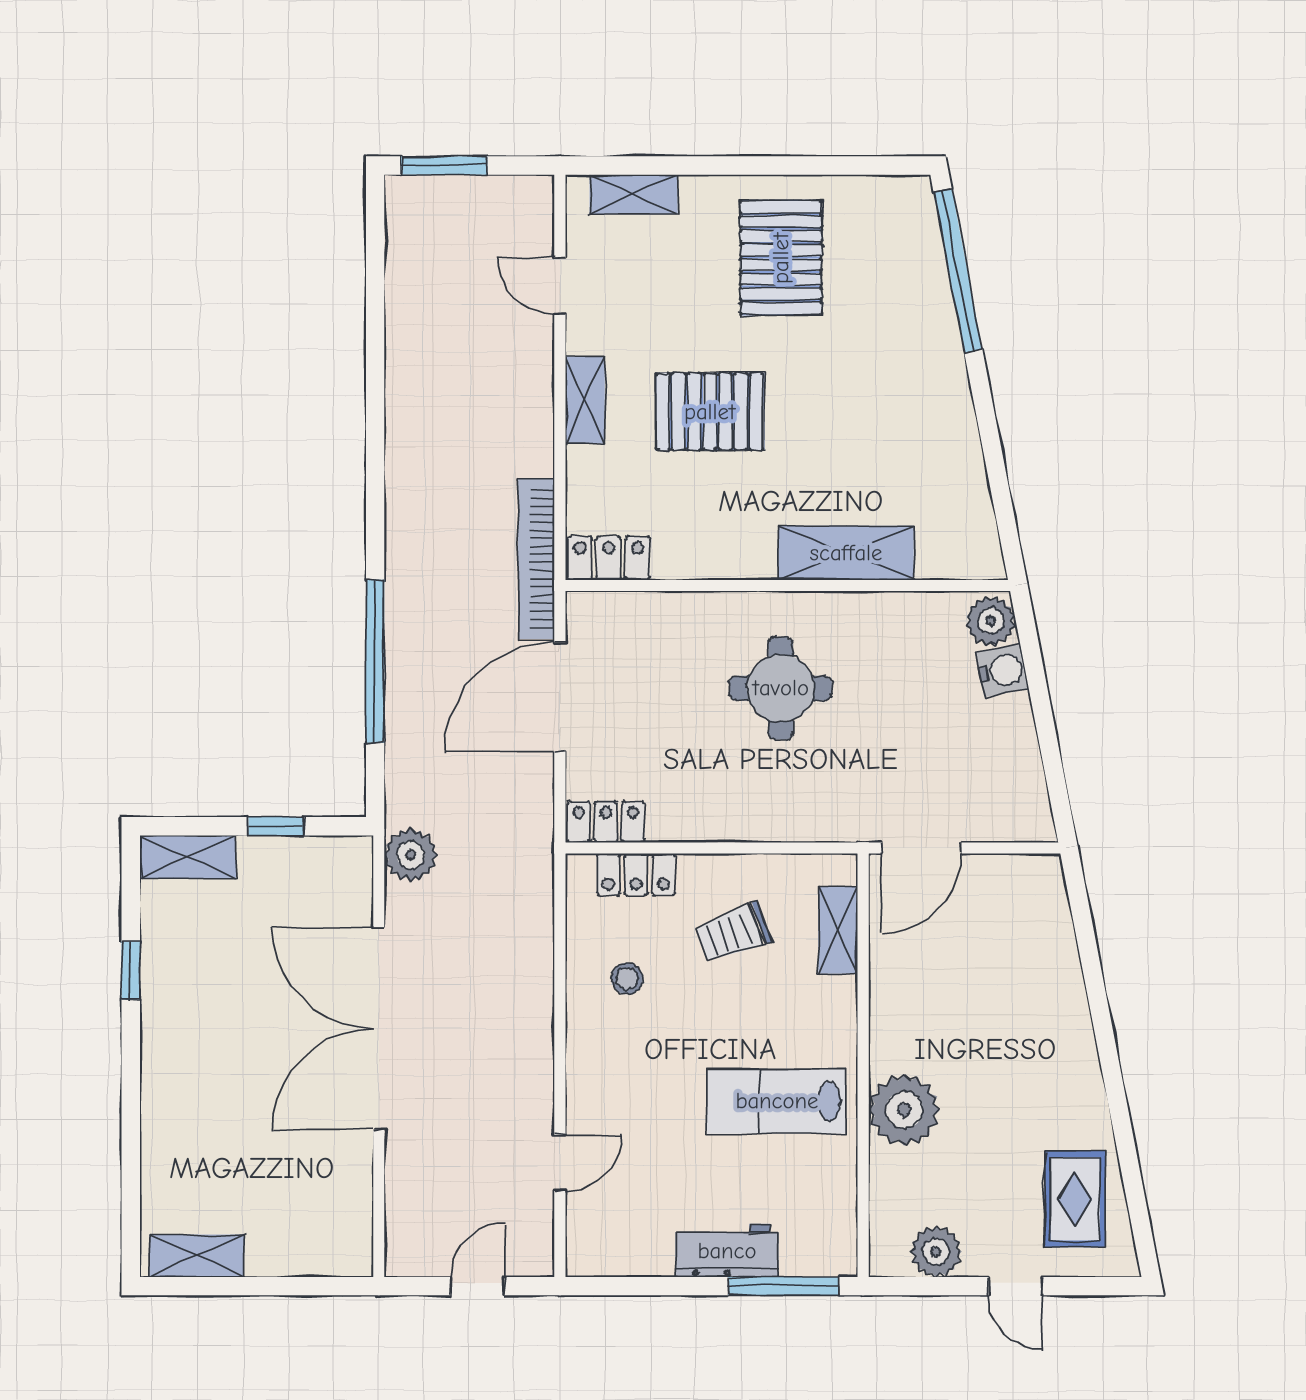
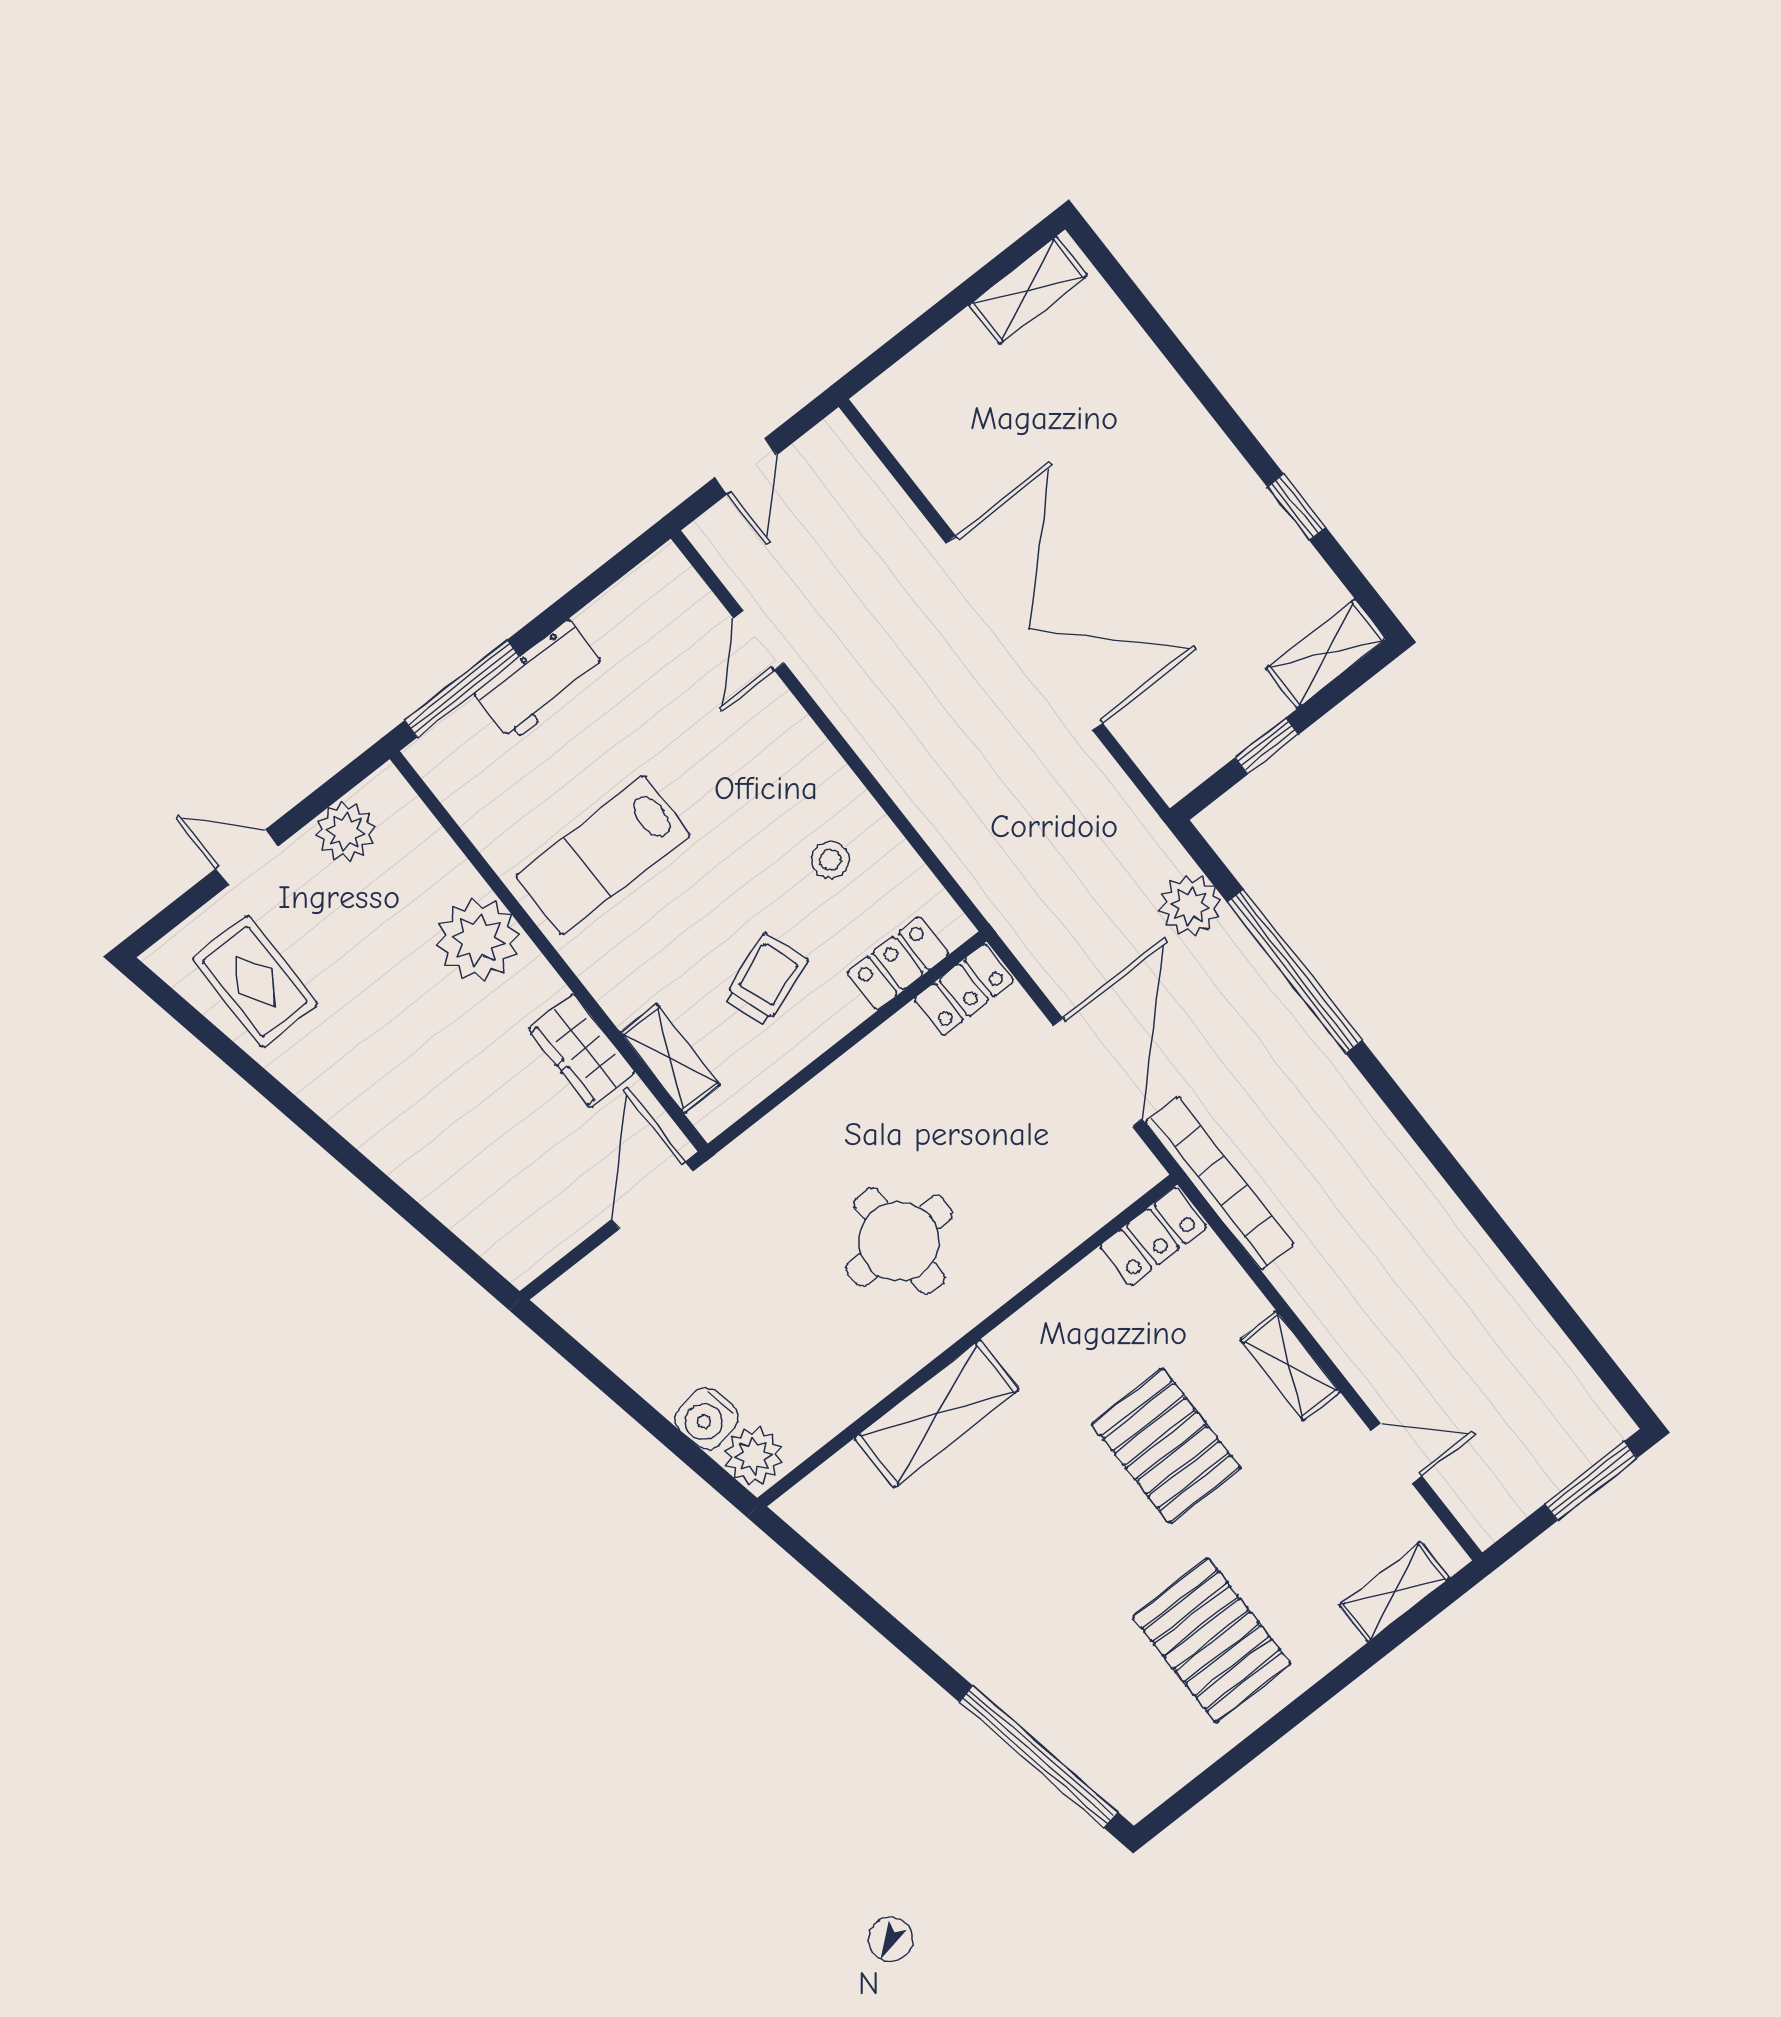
pallet: (710, 412) -> (1166, 1446), turned 90
plant: (411, 855) -> (1190, 905), moved
wardrobe: (893, 981) -> (582, 1051), added
lab bench: (777, 1101) -> (603, 855), turned 180

